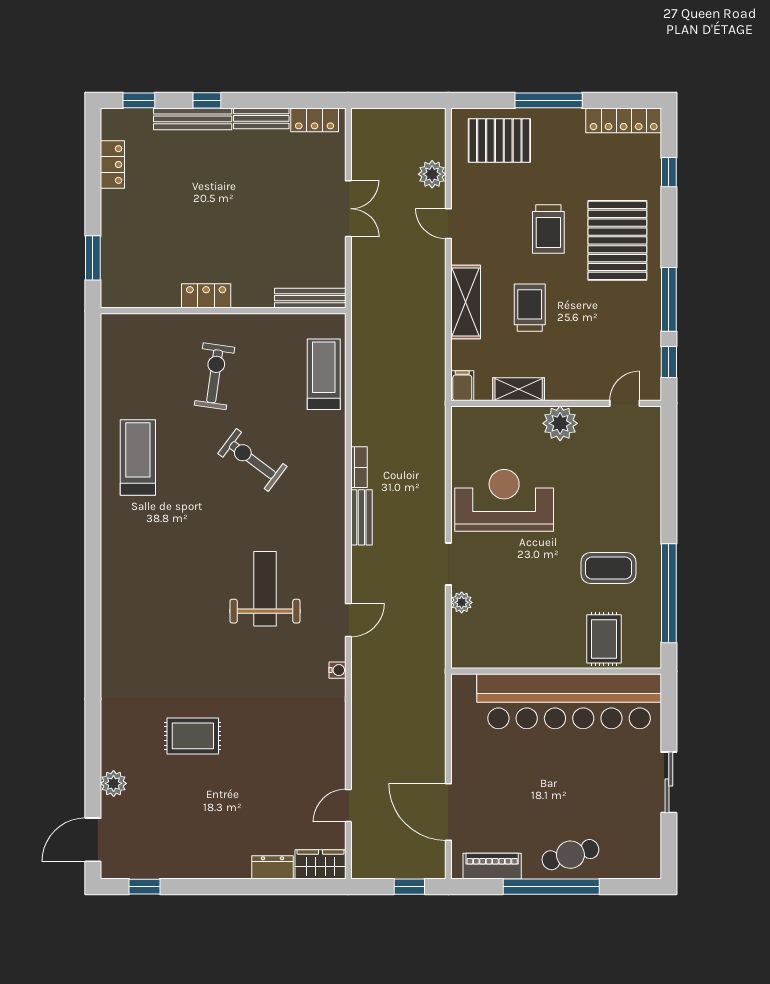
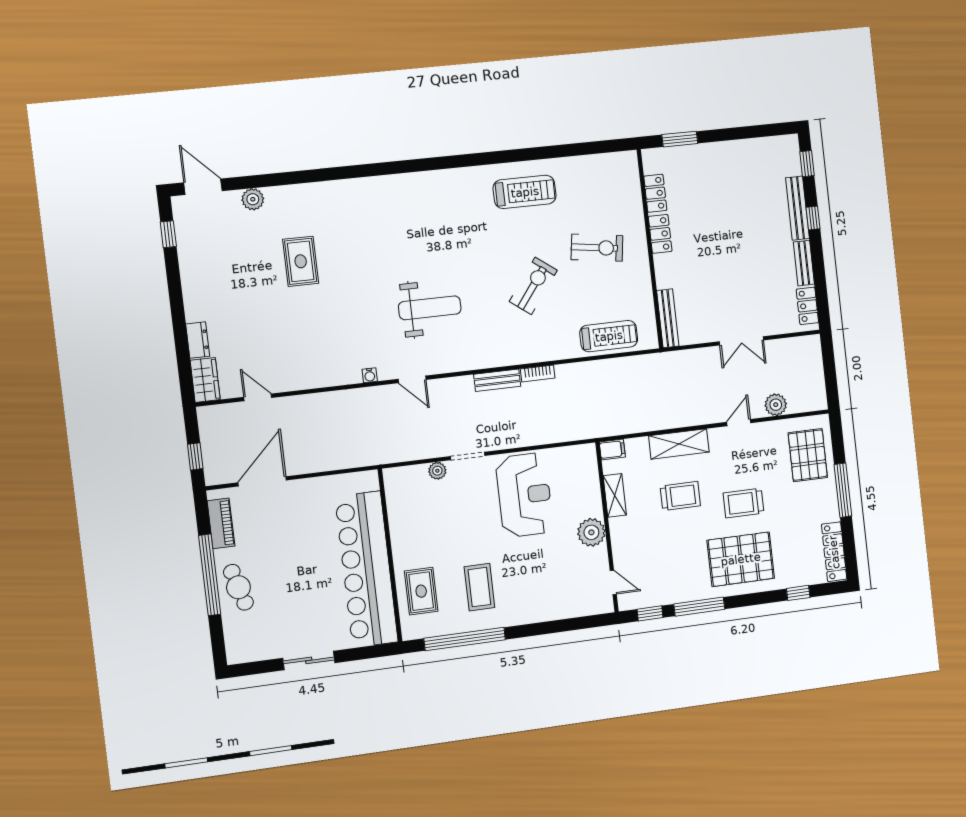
locker: (112, 165) -> (655, 193), moved, turned -90
rug: (604, 639) -> (421, 591), turned 90

